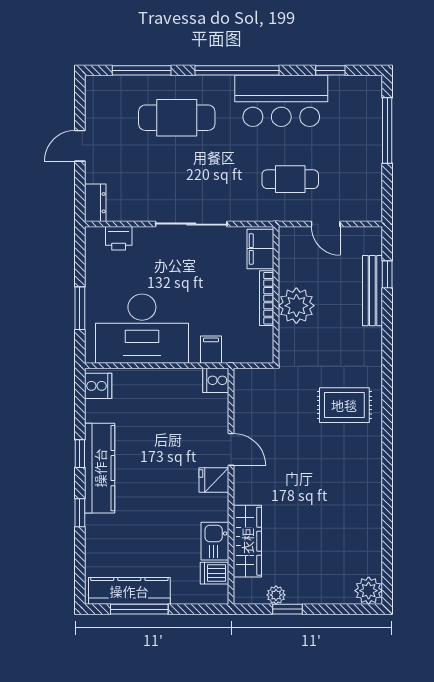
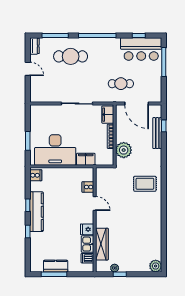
bar counter: (281, 101) -> (141, 49), moved
door: (80, 146) -> (28, 69), swing flipped
dresser: (95, 203) -> (34, 46), moved
door: (326, 224) -> (137, 104), width x1.87
printer: (119, 238) -> (45, 110), removed
plant: (296, 306) -> (124, 150), moved
filing cabinet: (211, 350) -> (86, 159), width x2.00
cooker: (216, 380) -> (88, 187), moved
fridge: (214, 480) -> (87, 229), moved
kitchen counter: (129, 591) -> (56, 266), width x0.67

